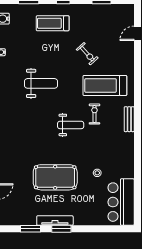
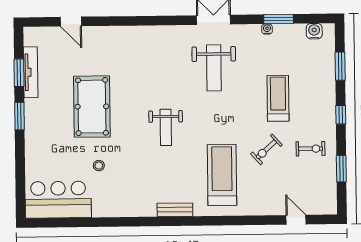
treadmill: (53, 23) -> (278, 98), moved
weight bench: (41, 83) -> (214, 68), moved
exercise bike: (94, 114) -> (311, 149), moved
tv unit: (55, 221) -> (31, 72), moved

